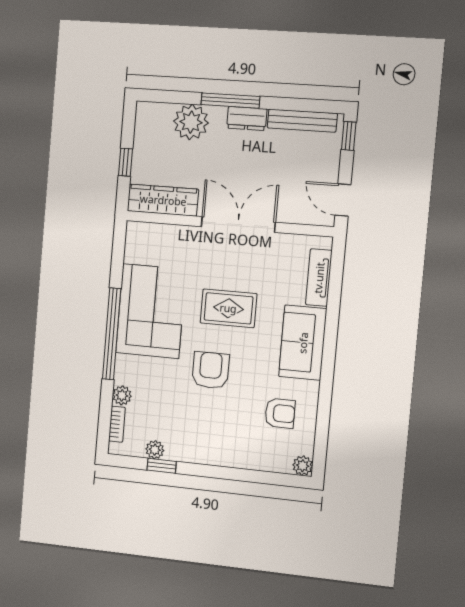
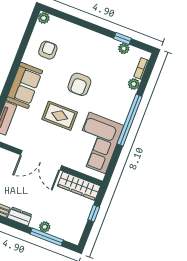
window: (230, 101) -> (47, 237), moved
plant: (191, 122) -> (45, 227), width x0.53, depth x0.53
corner sofa: (151, 311) -> (97, 143), moved
armchair: (280, 413) -> (48, 50), turned 90

